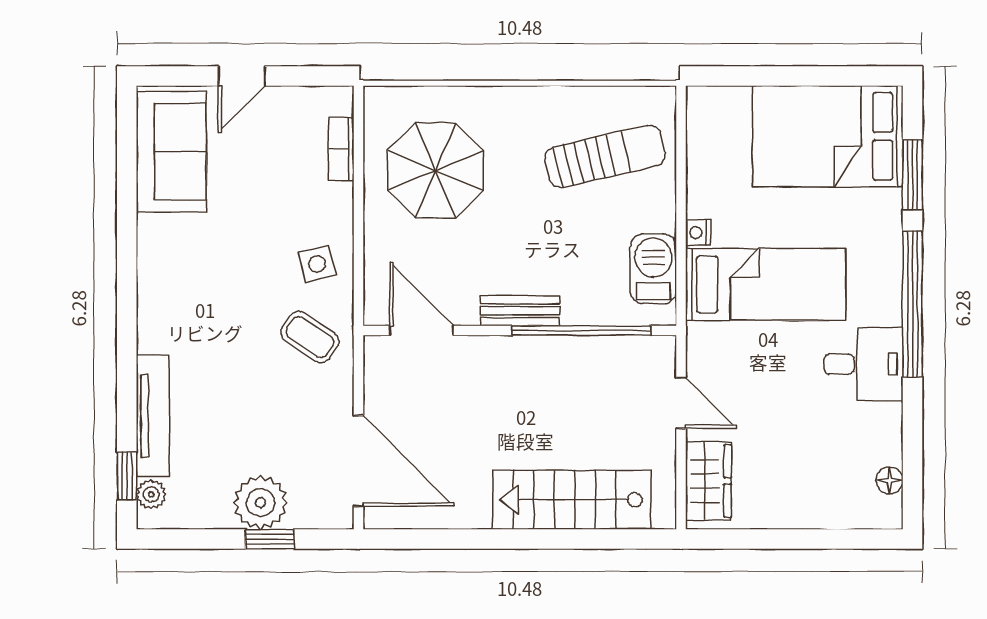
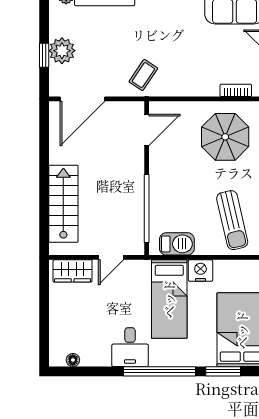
nightstand: (698, 232) -> (200, 271), width x1.89, depth x1.79
side table: (317, 264) -> (179, 79), removed
bench: (520, 311) -> (156, 178), removed

